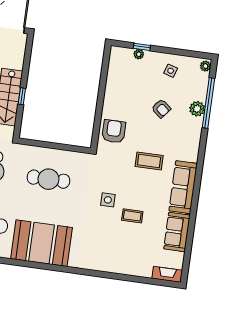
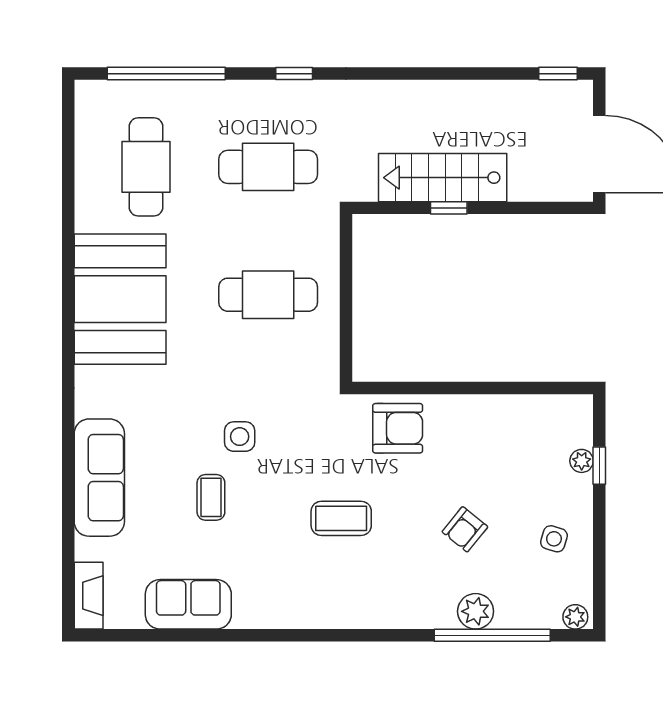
coffee table: (149, 161) -> (341, 518), turned 90
cafe table: (48, 179) -> (268, 295), turned 90
sofa: (183, 187) -> (99, 478), moved, turned 90

